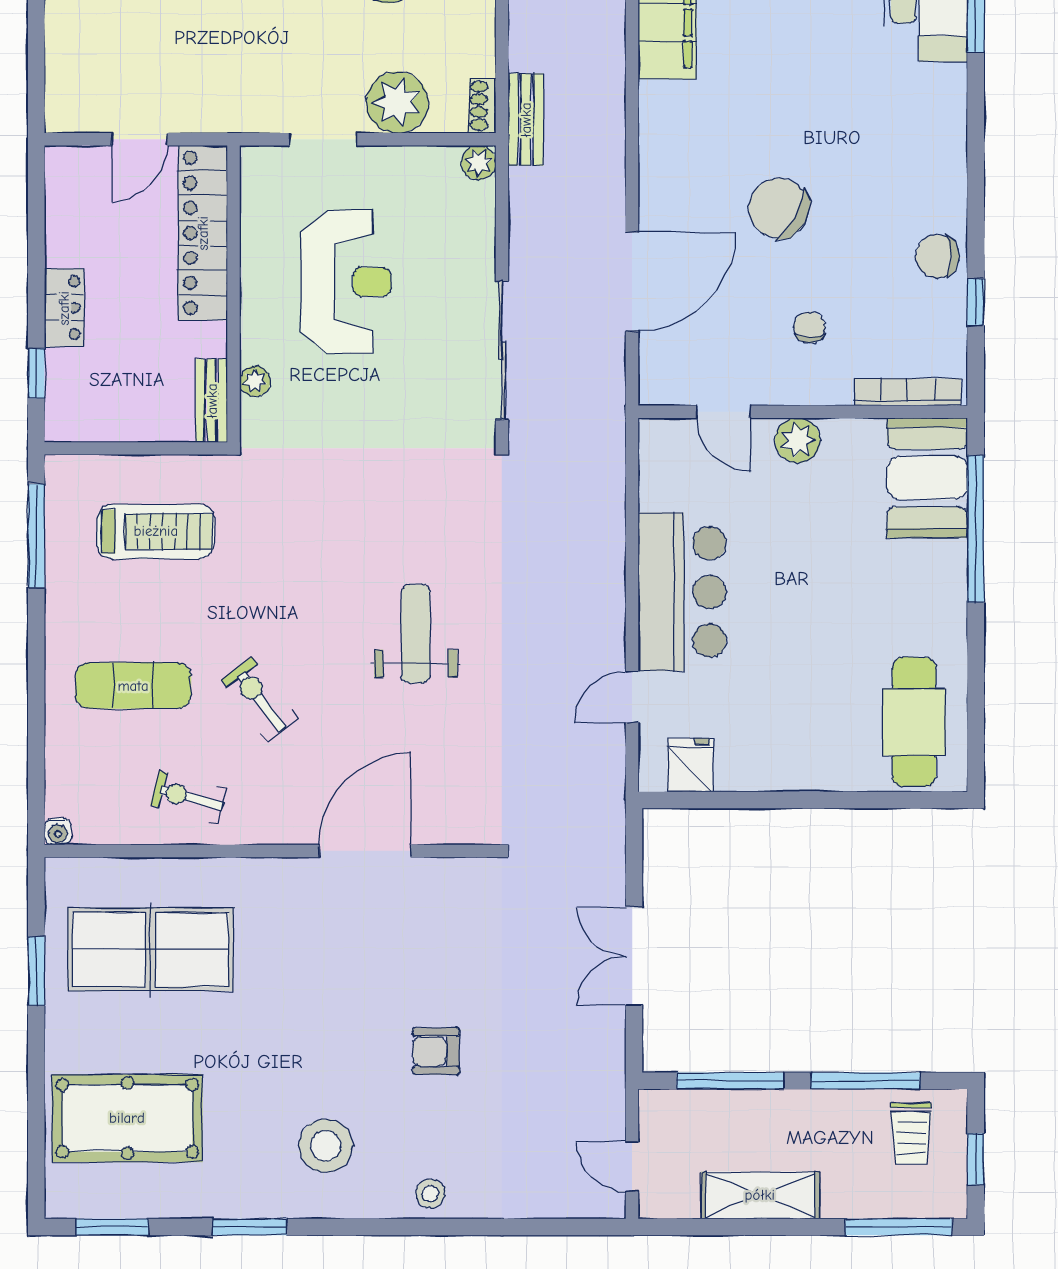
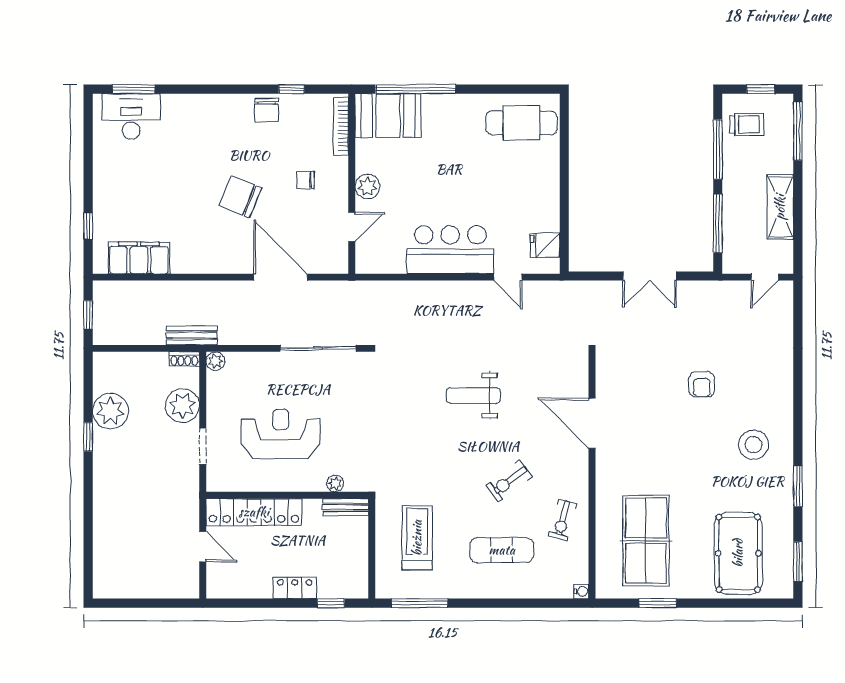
chair: (779, 208) -> (240, 197), turned 83
exercise mat: (133, 686) -> (502, 550), turned 90
stool: (430, 1194) -> (780, 388), removed

